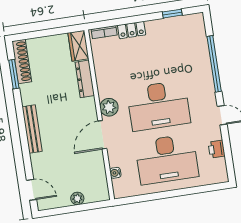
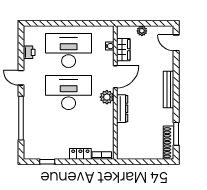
wardrobe: (78, 46) -> (123, 50), moved
dresser: (85, 79) -> (122, 109), moved

